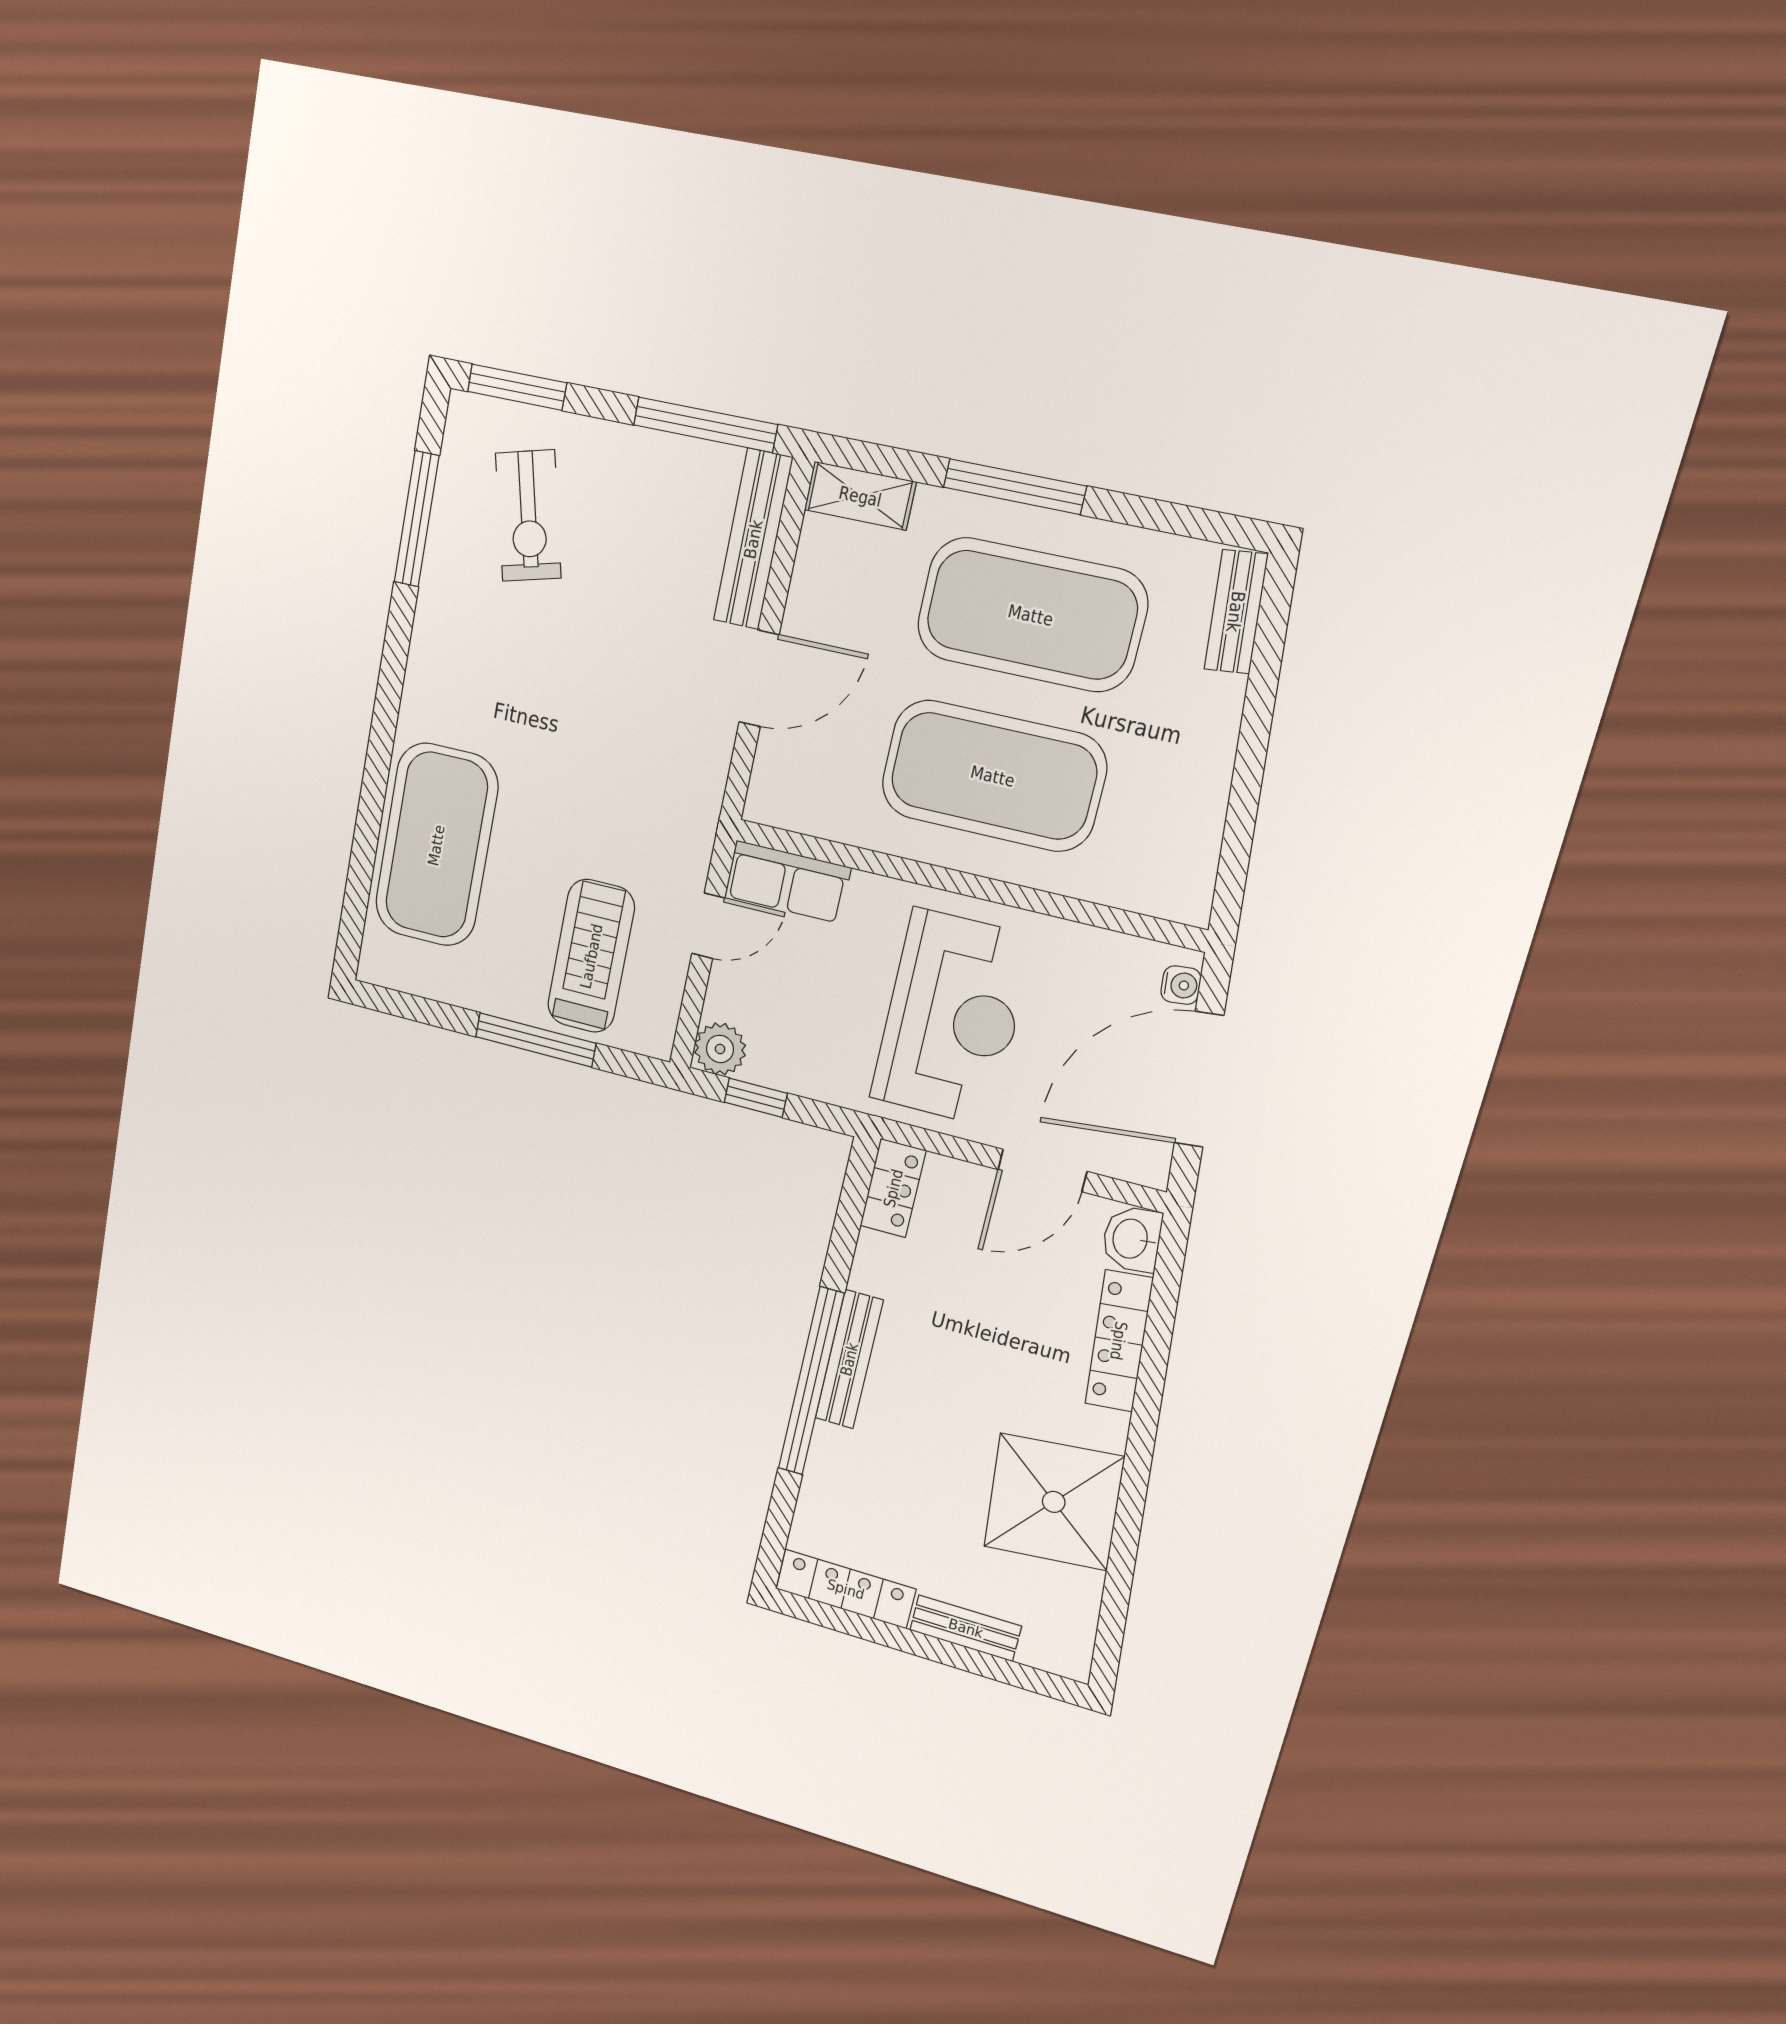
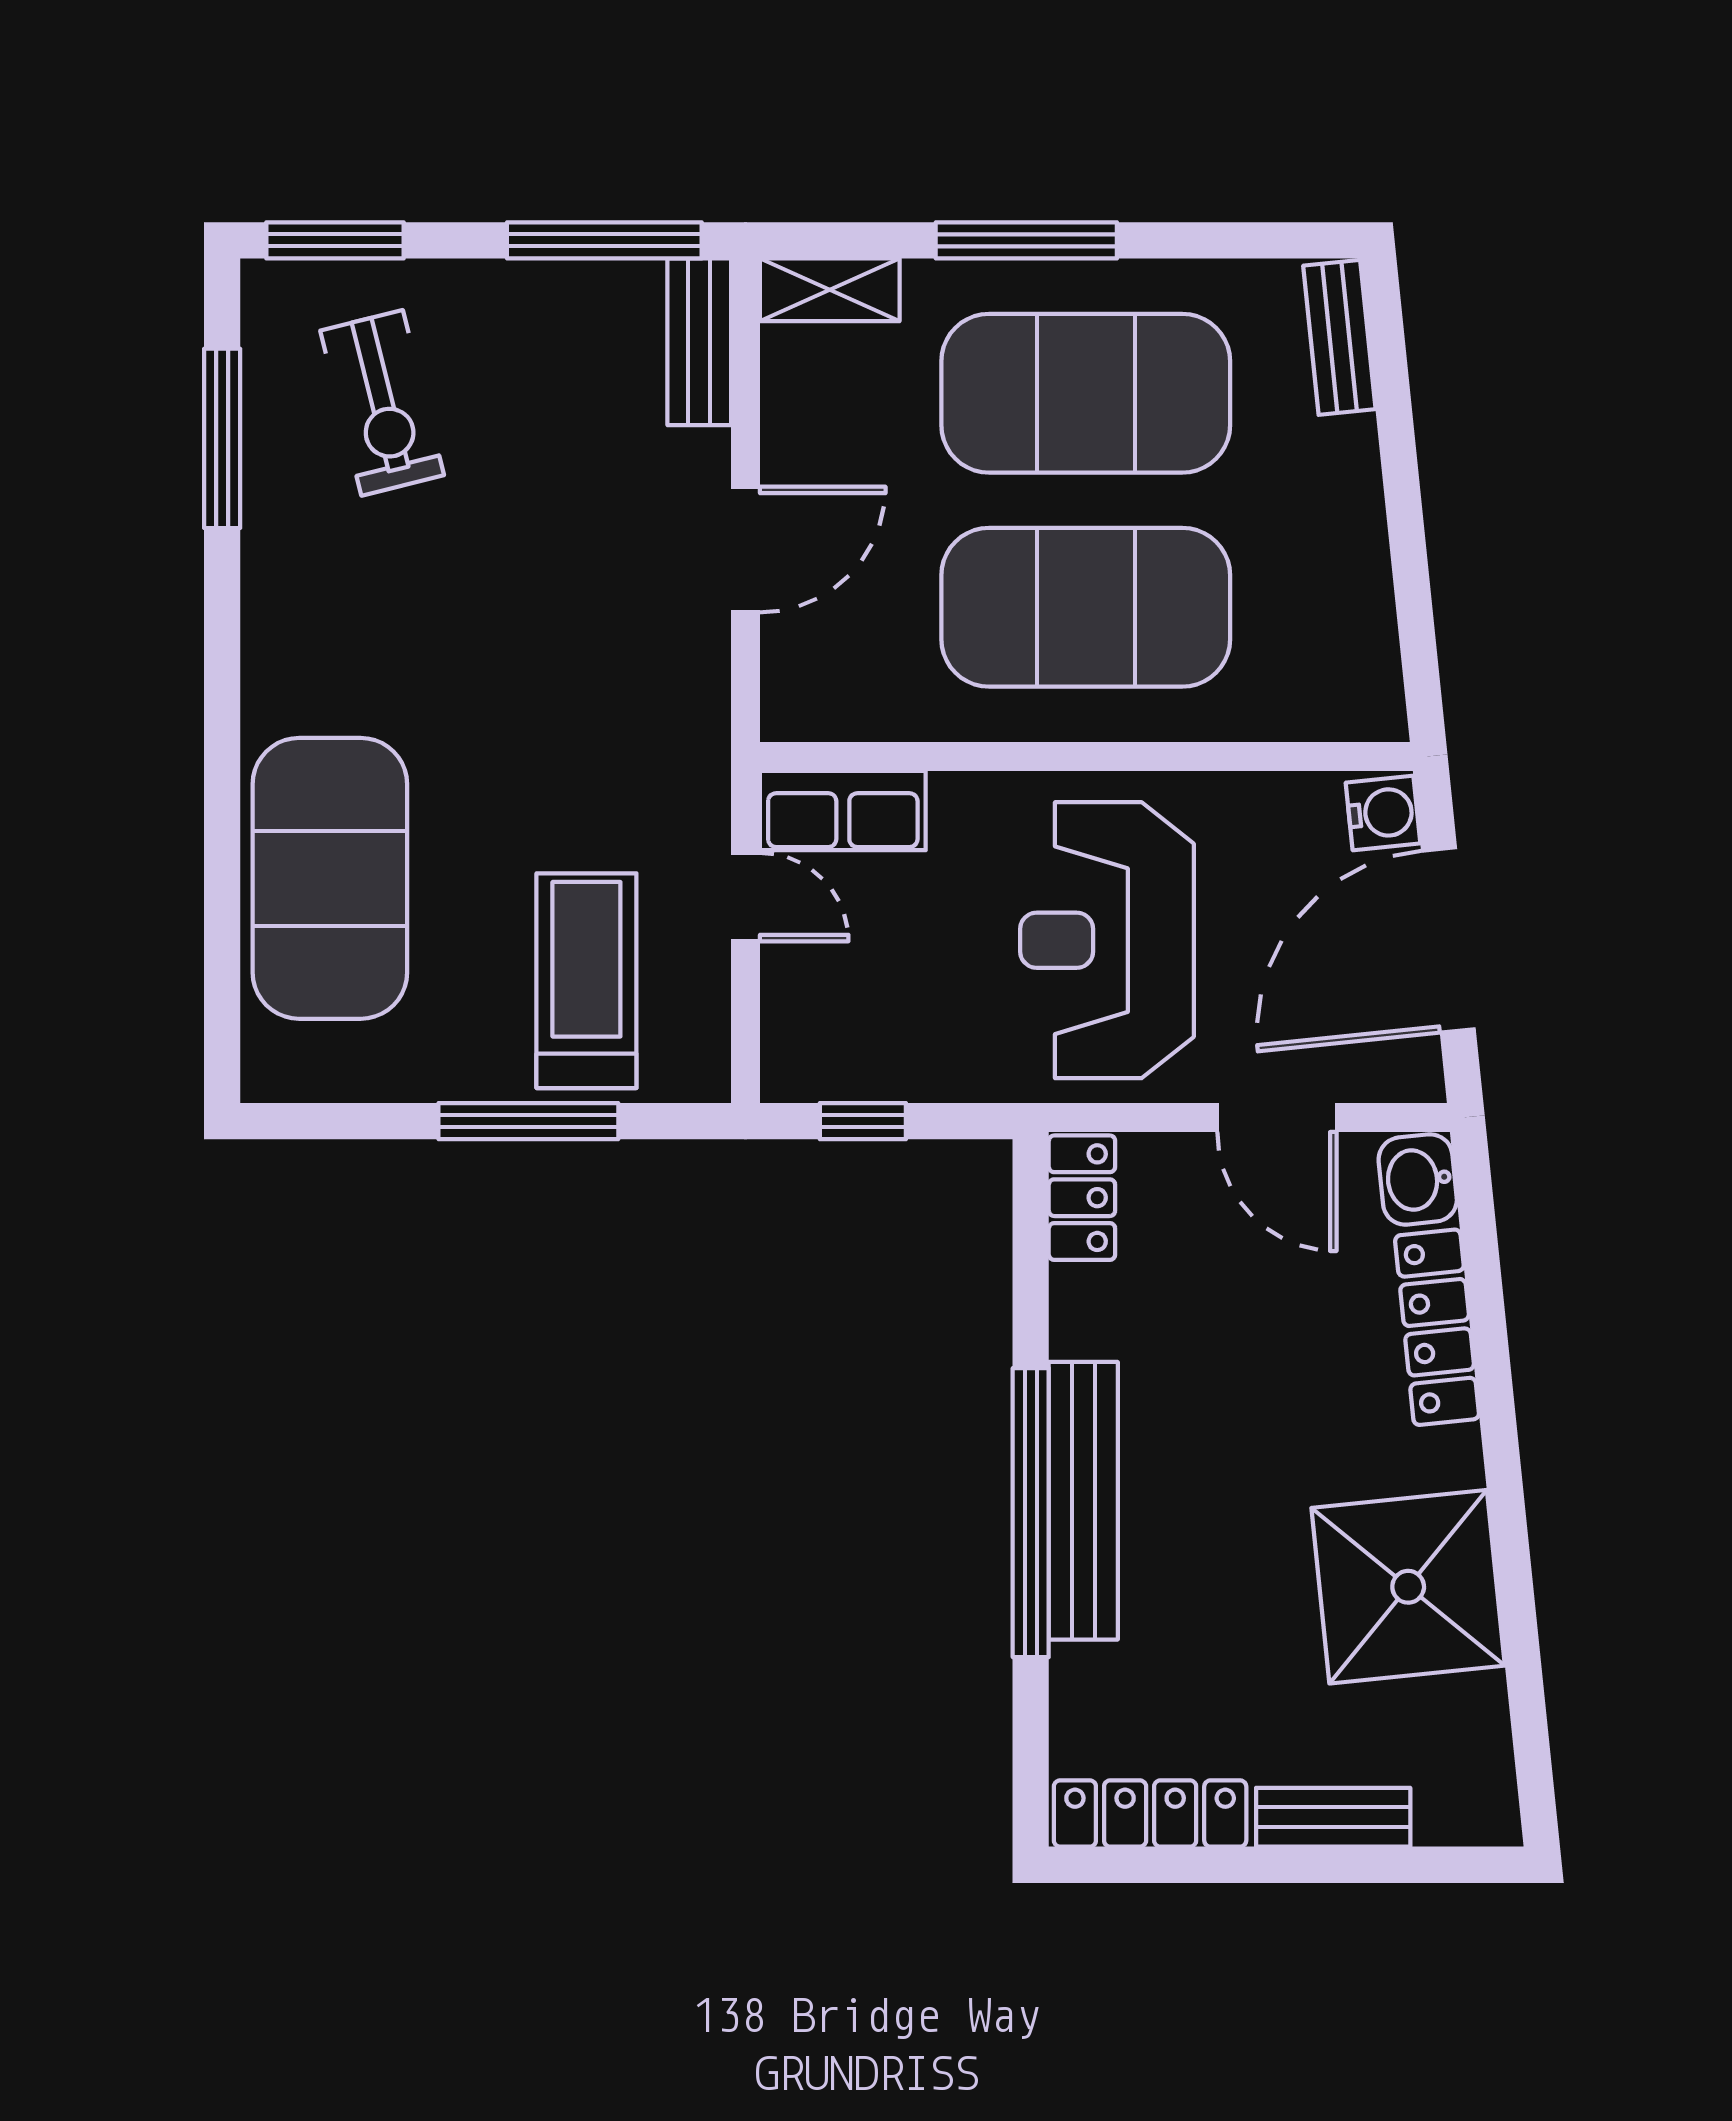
bench: (753, 539) -> (699, 342), width x0.73
door: (708, 926) -> (746, 897), hinge flipped
water cooler: (1181, 985) -> (1383, 813), width x1.38, depth x1.38
reception desk: (952, 1018) -> (1107, 940), turned 180
plant: (720, 1049) -> (798, 1065), removed
door: (1042, 1170) -> (1277, 1117), hinge flipped
bench: (849, 1359) -> (1083, 1501), width x1.37, depth x1.21

